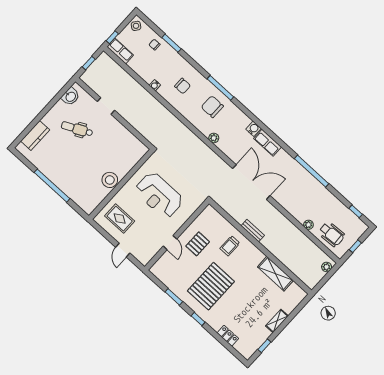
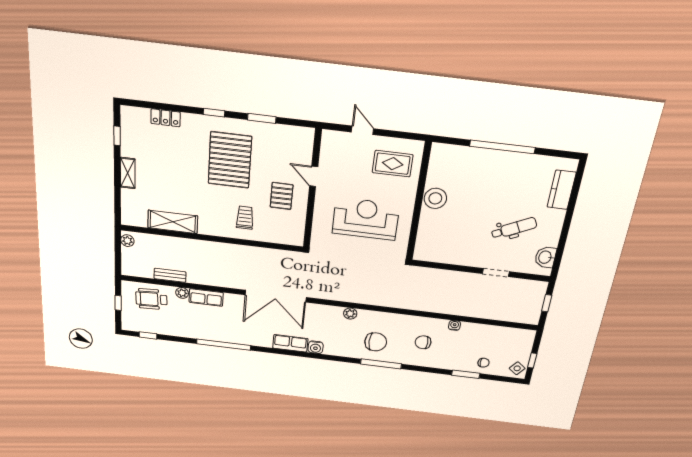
window: (112, 37) -> (532, 360), moved
row of seats: (120, 51) -> (206, 297), moved
bench: (253, 231) -> (170, 275), moved
plant: (327, 267) -> (127, 241), moved

